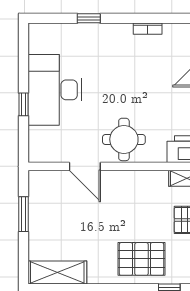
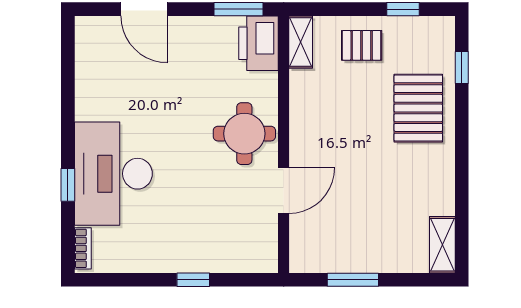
bookcase: (148, 29) -> (83, 248), moved
desk: (55, 90) -> (113, 174), moved, turned 90
shelving: (57, 273) -> (442, 245), width x0.67, depth x0.75

